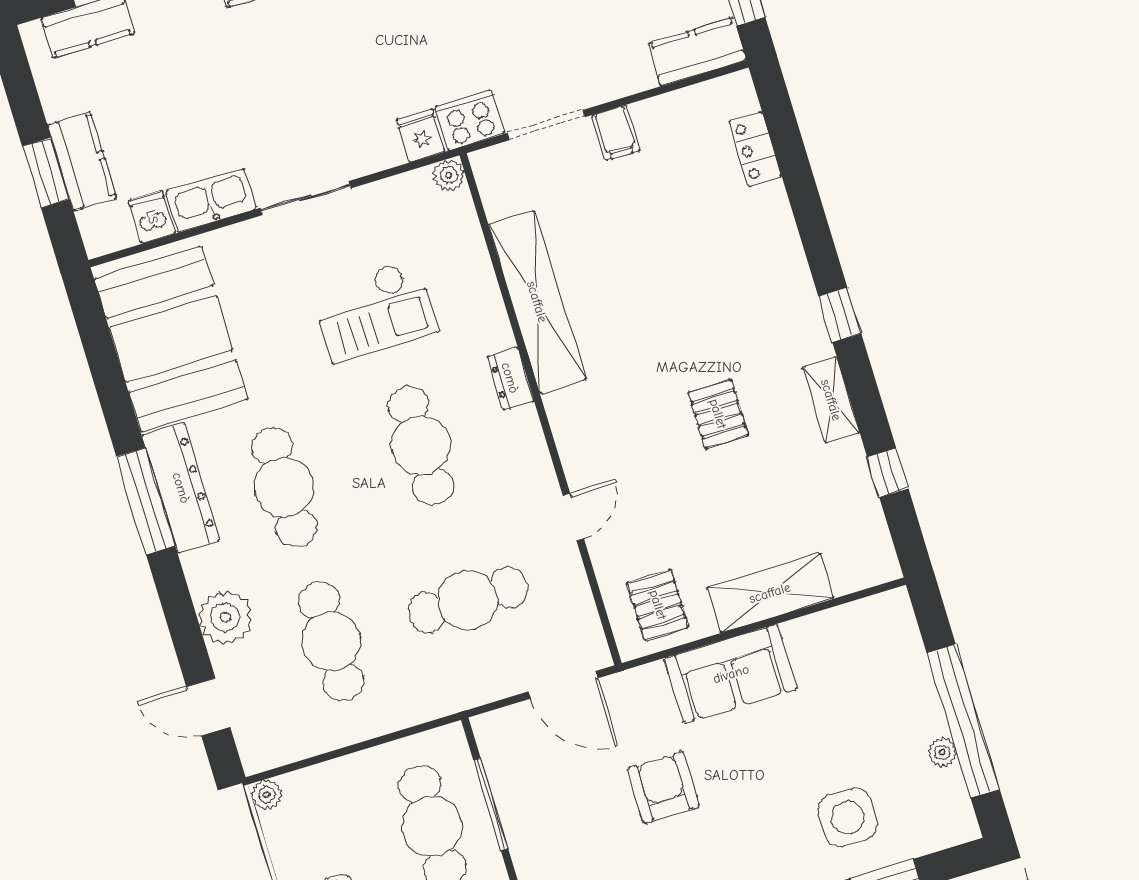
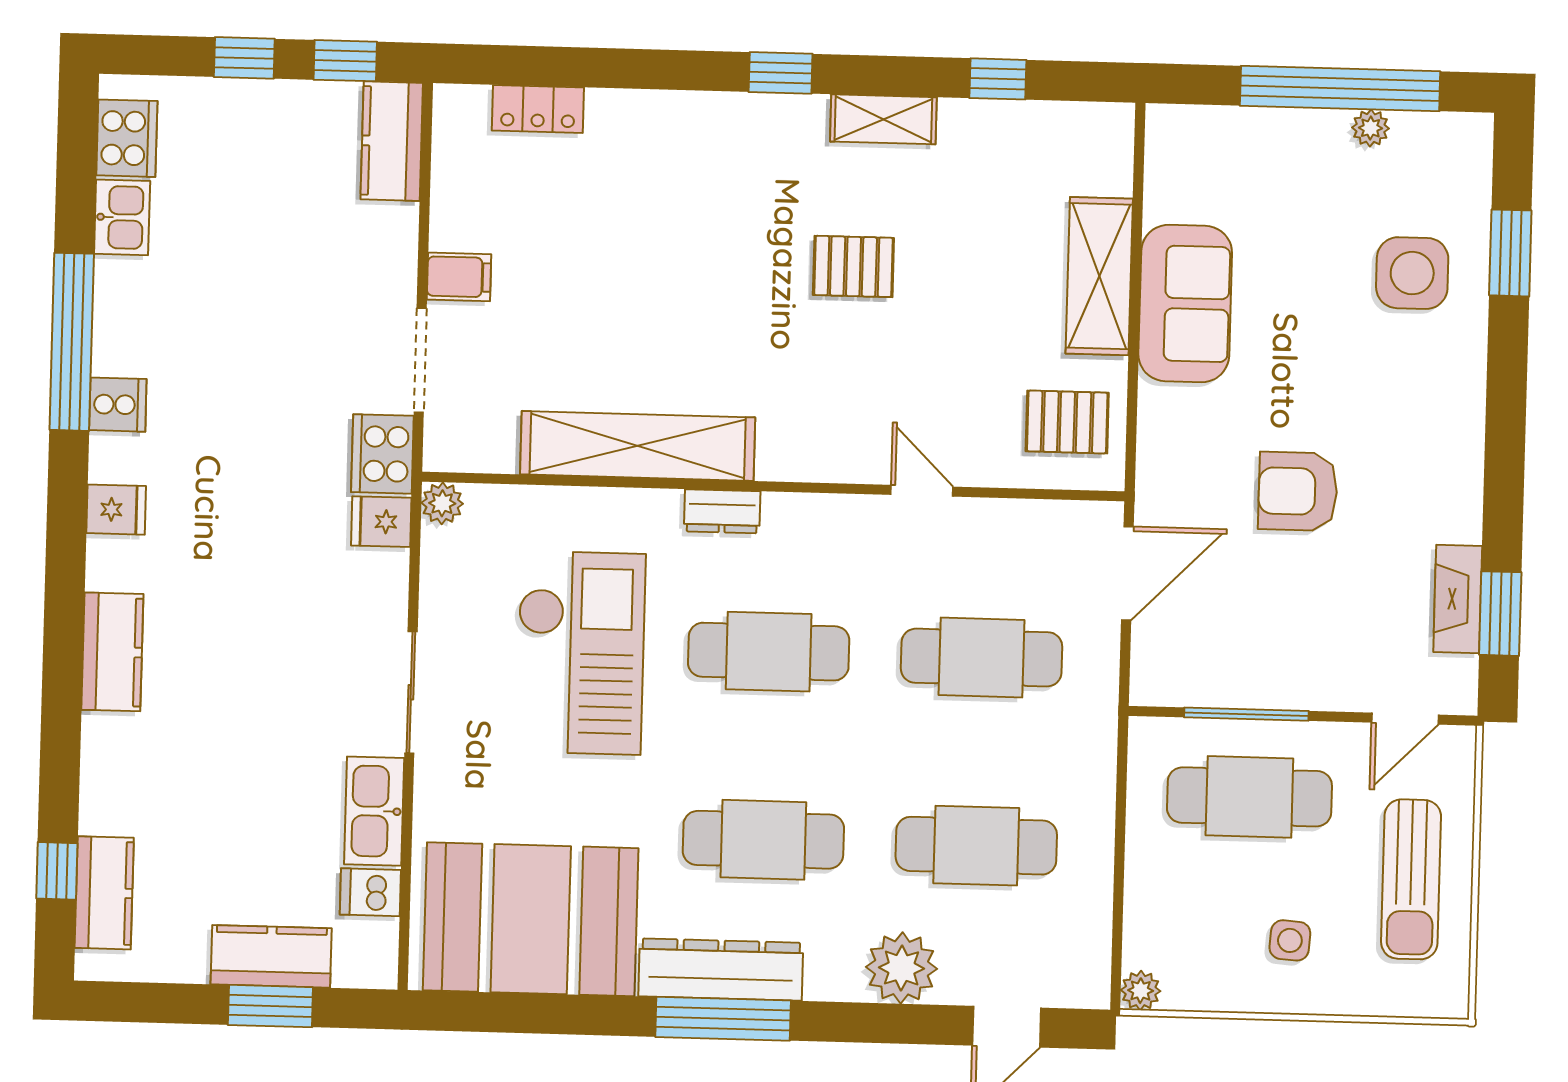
checkout: (375, 311) -> (580, 653), width x1.36, depth x1.21
cafe table: (468, 600) -> (982, 658), turned 90
sofa: (731, 674) -> (1185, 304), moved

